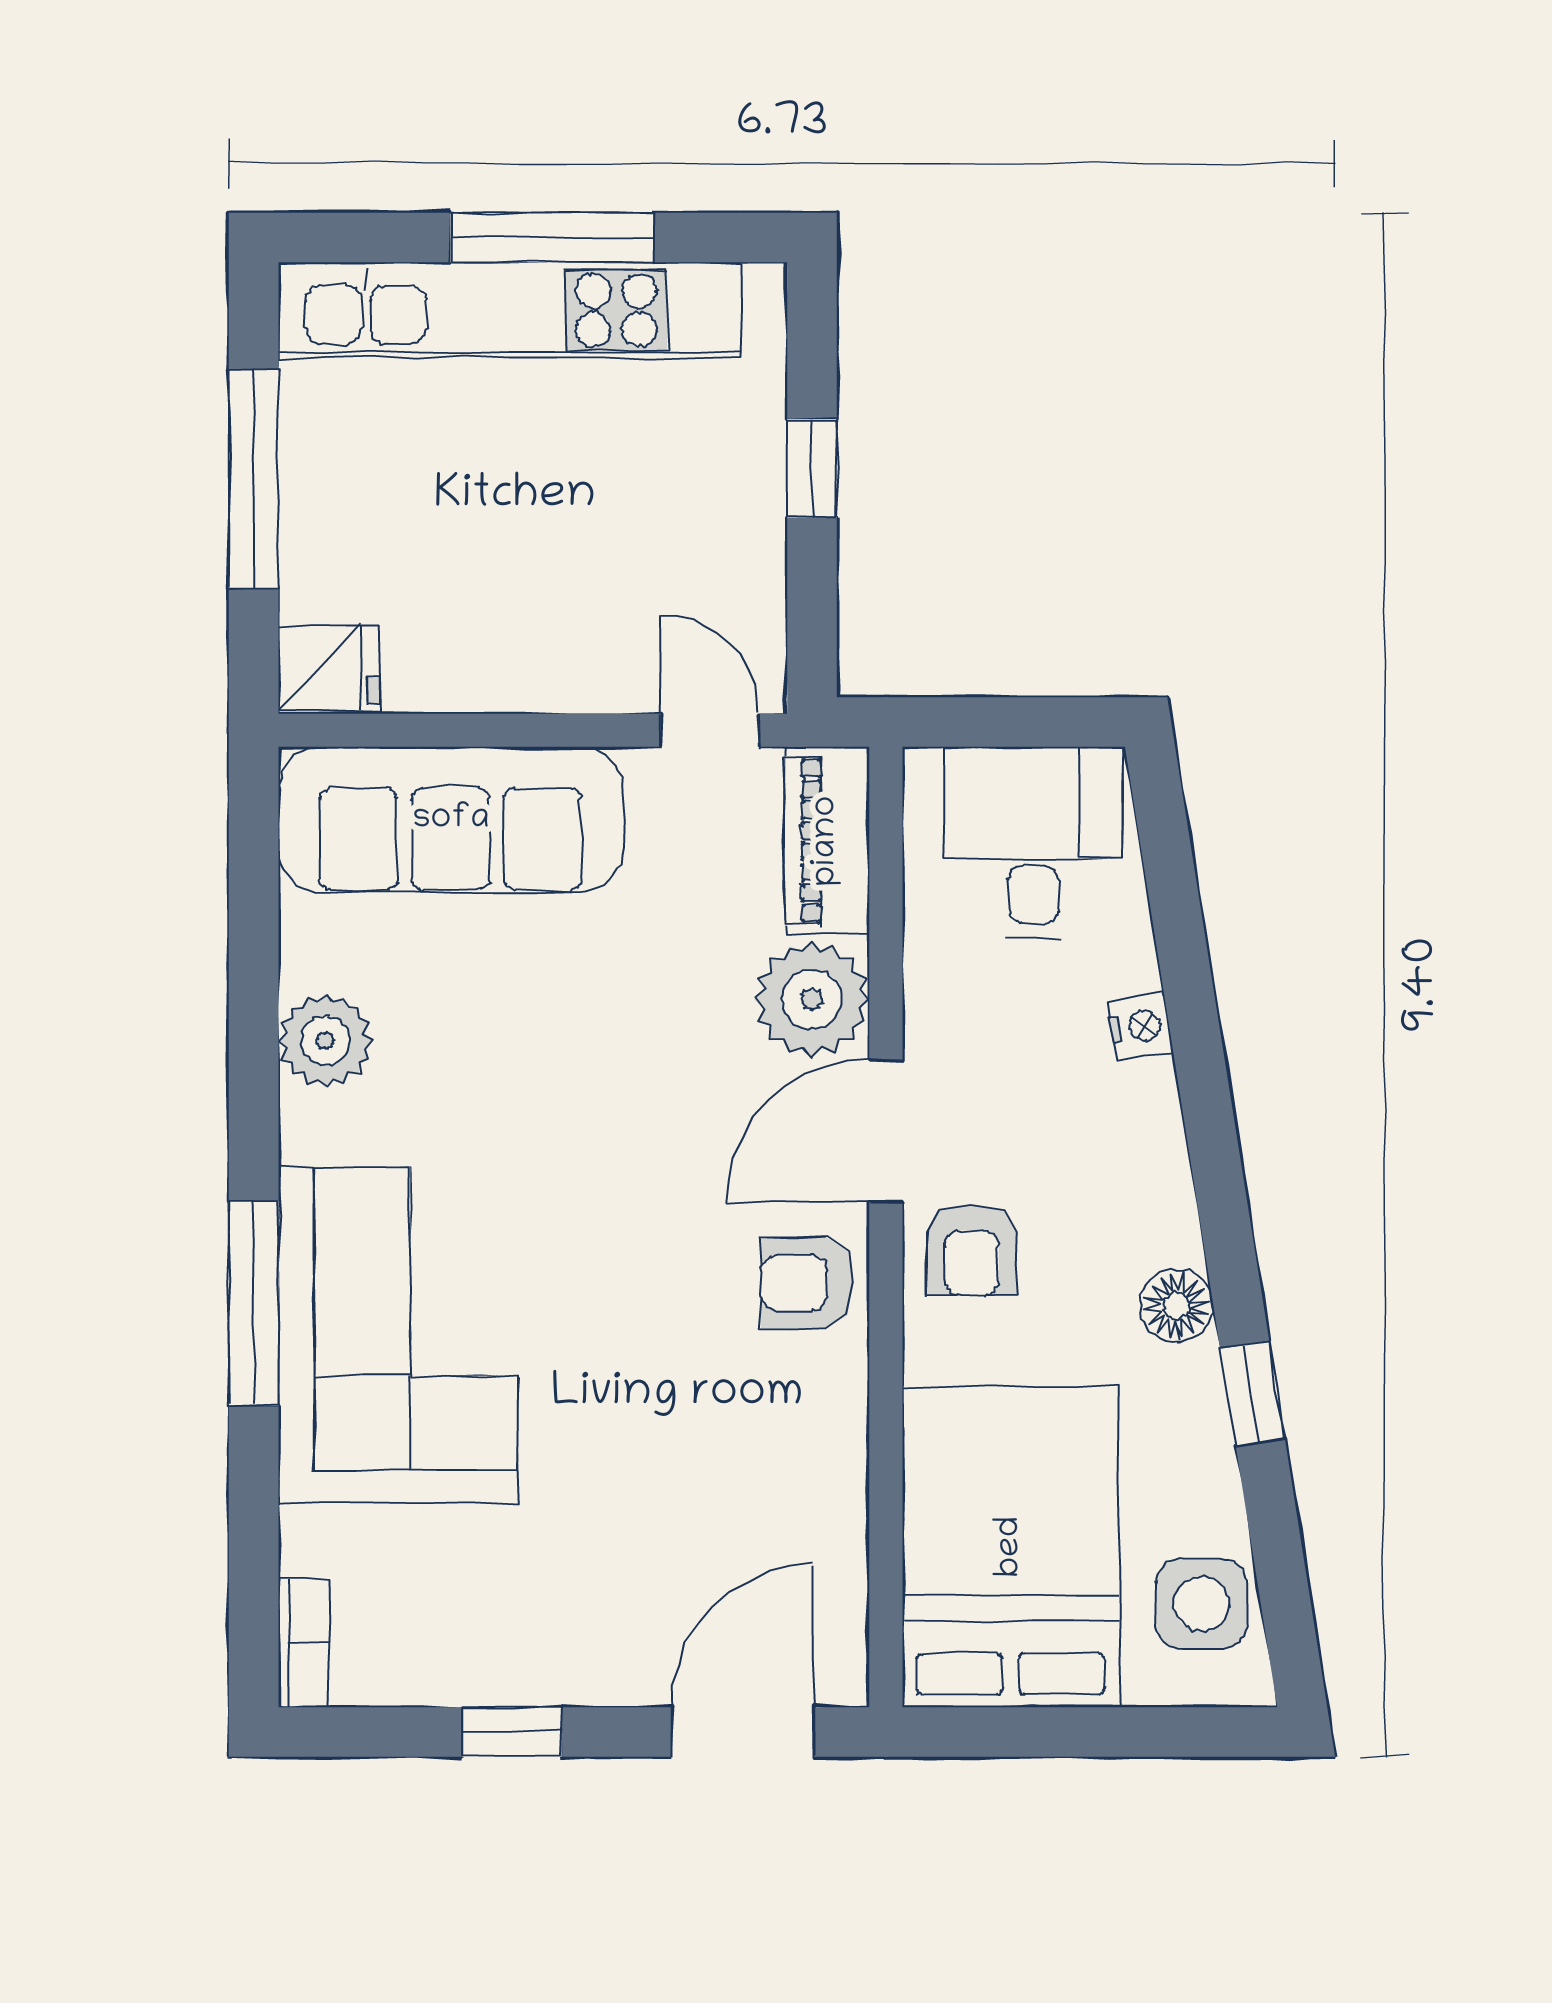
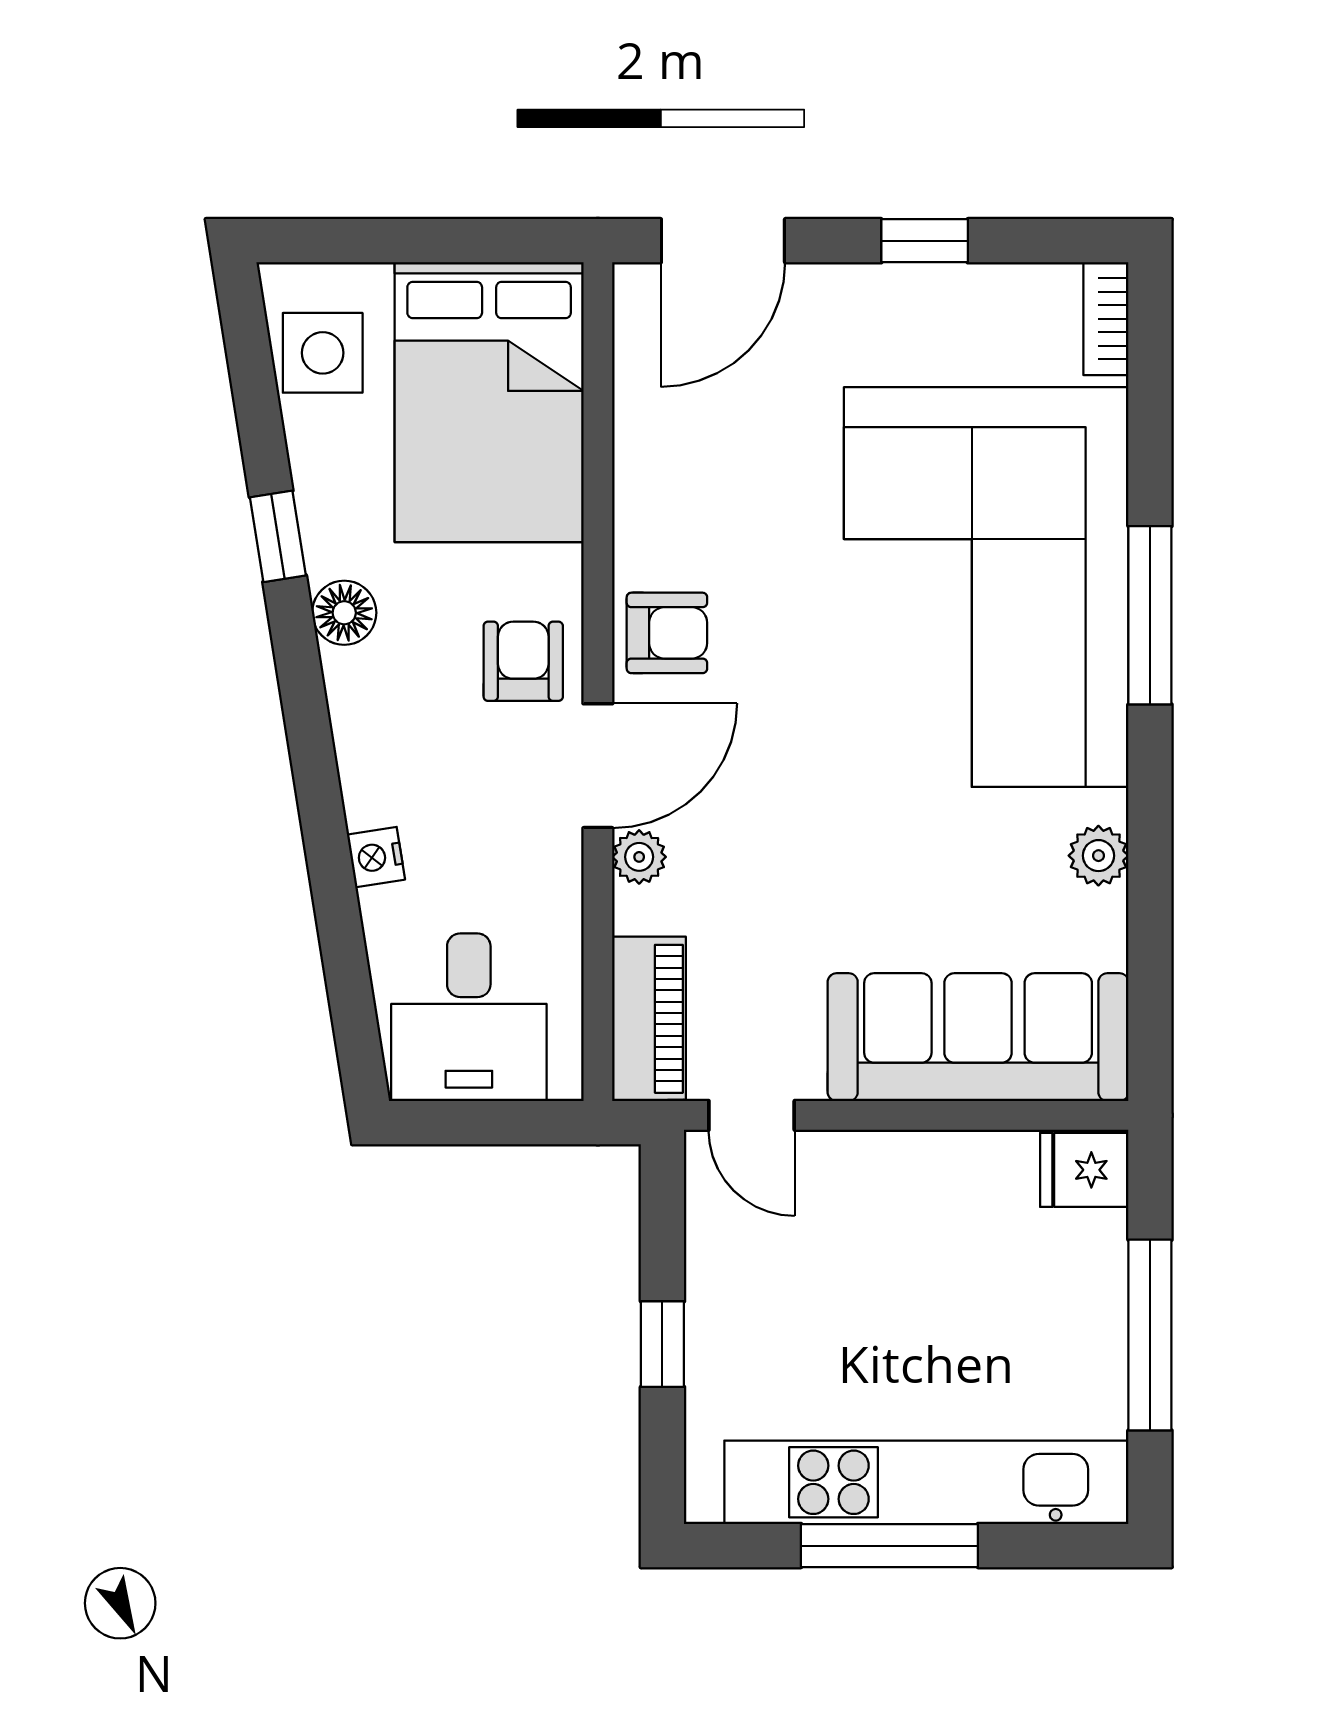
plant: (812, 999) -> (639, 857), width x0.53, depth x0.53
plant: (325, 1041) -> (1098, 856), width x0.73, depth x0.73
corner sofa: (398, 1335) -> (986, 587), width x1.36, depth x1.36

